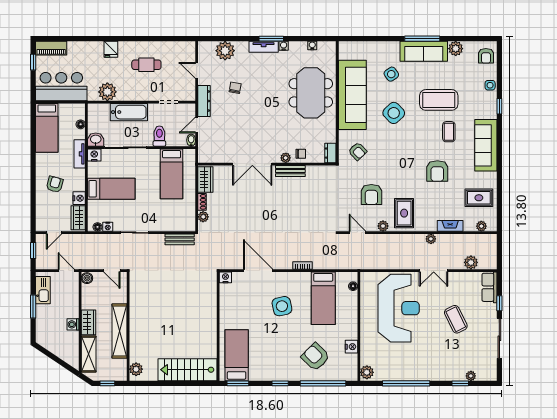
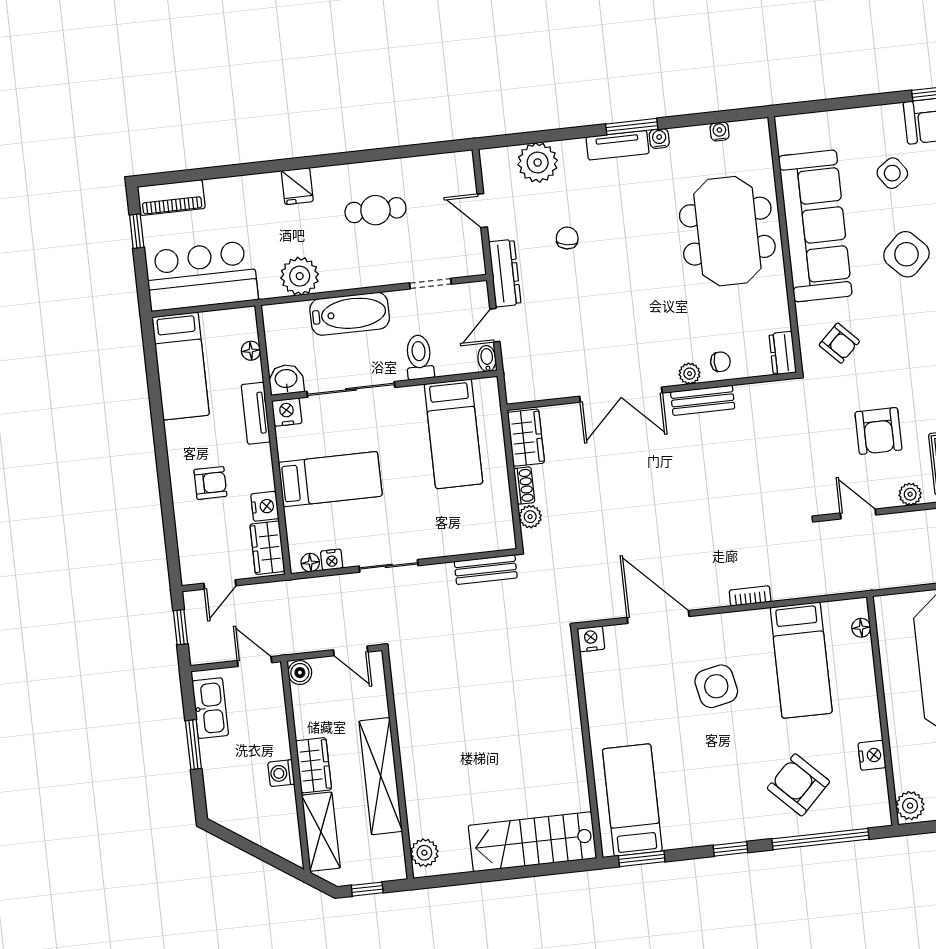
armchair: (55, 184) -> (210, 483), turned 75

